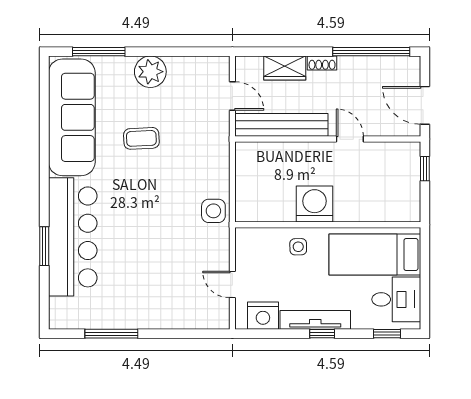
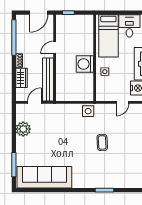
plant: (150, 72) -> (23, 129), moved
coffee table: (141, 138) -> (102, 142), moved
bar counter: (73, 237) -> (100, 177), removed

